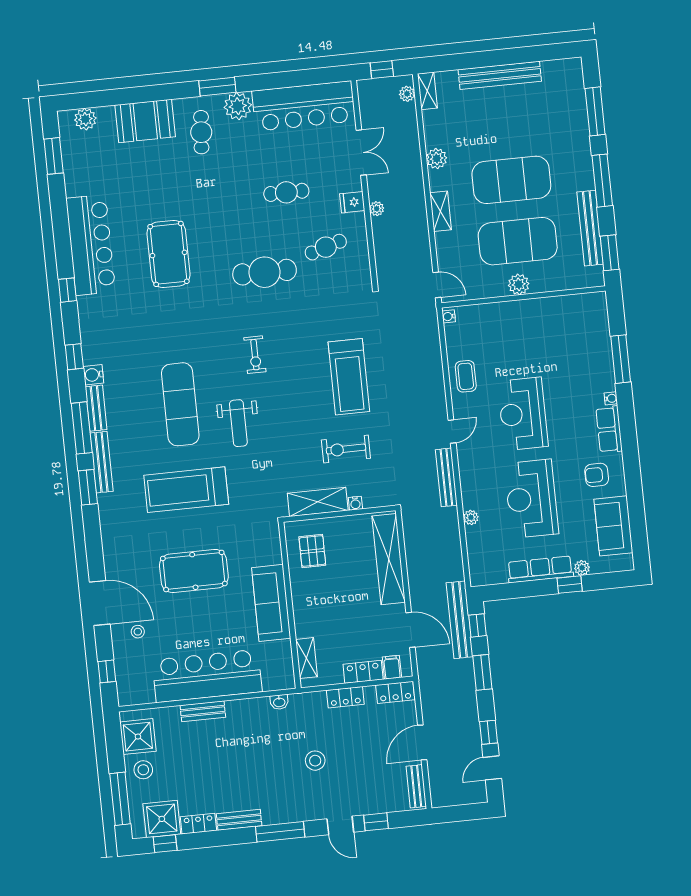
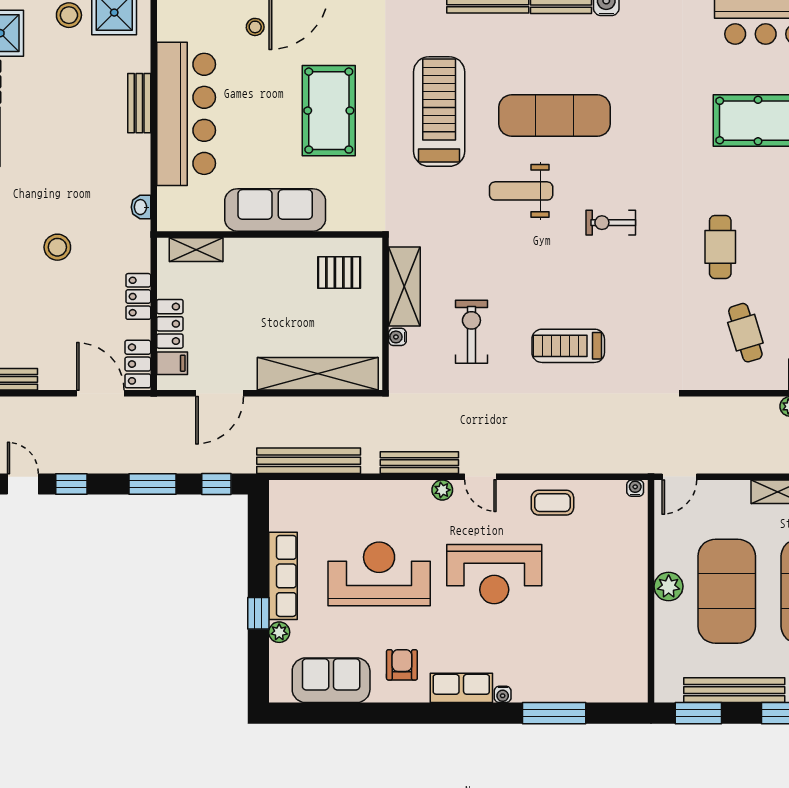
cafe table: (265, 272) -> (720, 247), width x0.73, depth x0.74
treadmill: (349, 377) -> (568, 346), width x0.73, depth x0.73
reception desk: (523, 414) -> (494, 574), turned 180
plant: (471, 517) -> (442, 490), moved
bench: (460, 620) -> (309, 461), moved
door: (422, 742) -> (100, 393), moved

